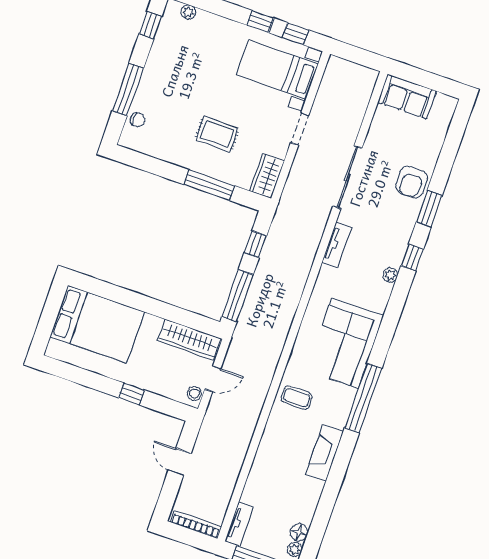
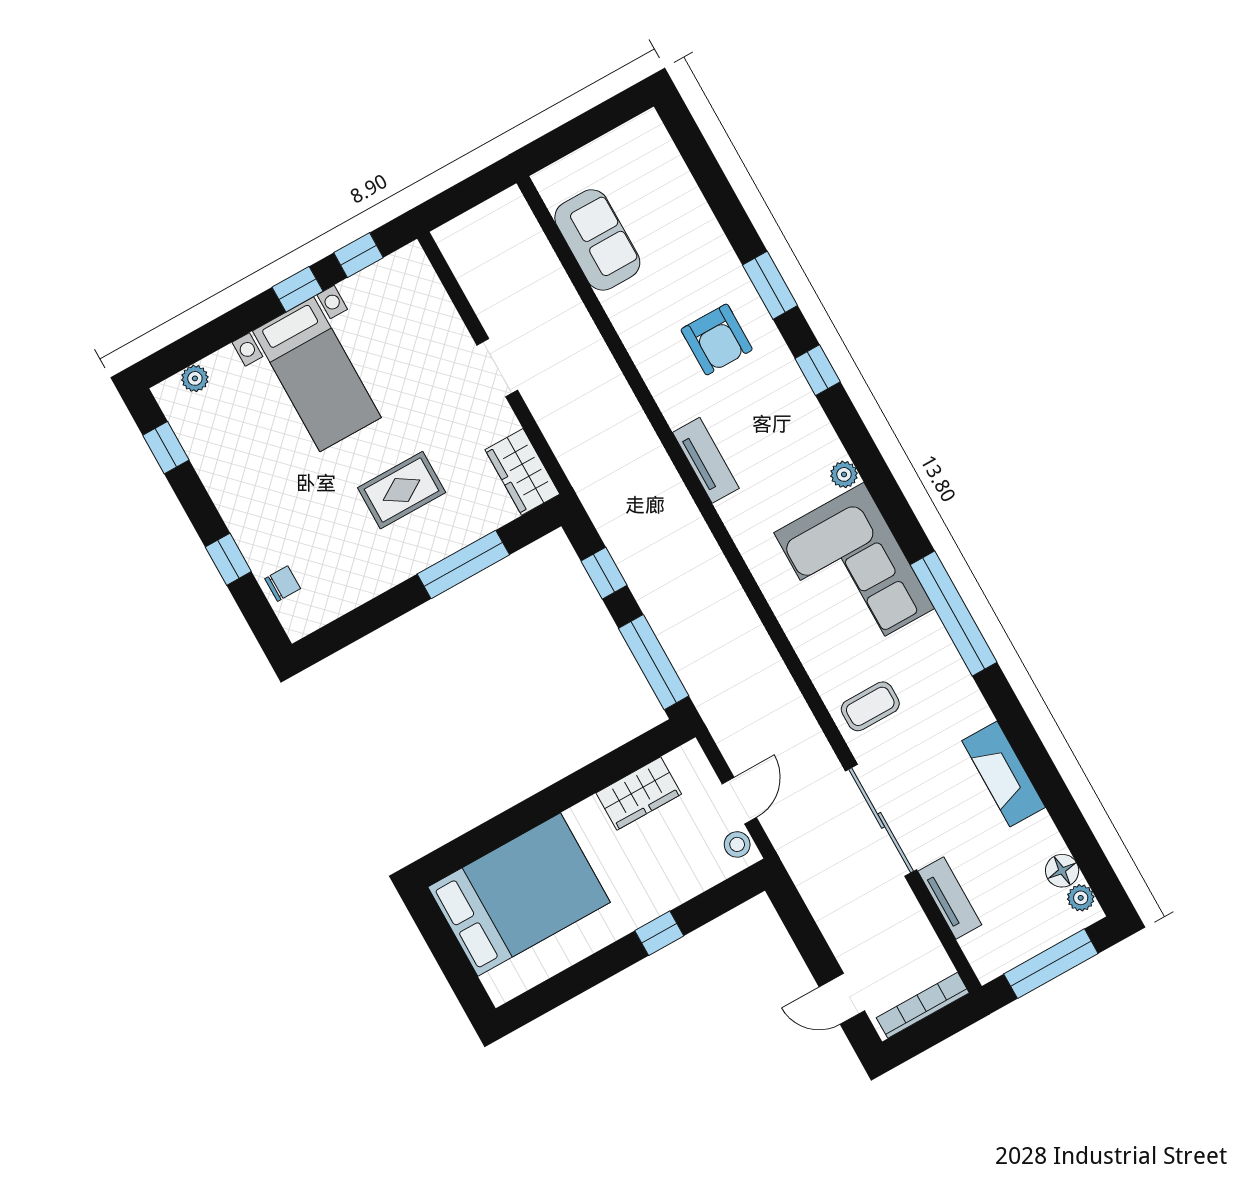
bed with nightstands: (277, 69) -> (317, 374), moved, turned -90
window: (128, 90) -> (228, 559), width x0.46
sofa: (407, 97) -> (597, 240), moved, turned -90
sliding door: (347, 177) -> (881, 820), moved
armchair: (412, 182) -> (717, 339), moved
plant: (390, 275) -> (844, 474), moved
wardrobe: (189, 339) -> (639, 794), width x0.67
fireplace: (325, 453) -> (1004, 774), moved
door: (180, 462) -> (842, 999), moved
tv unit: (239, 524) -> (950, 898), moved

